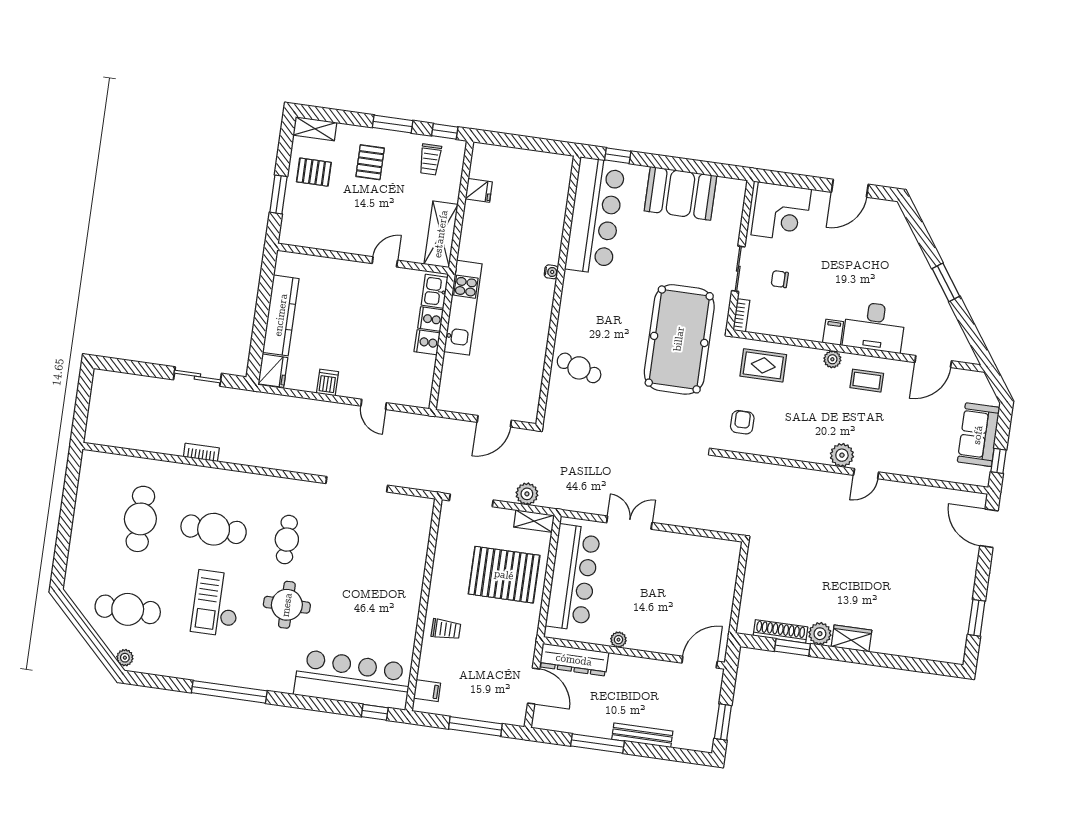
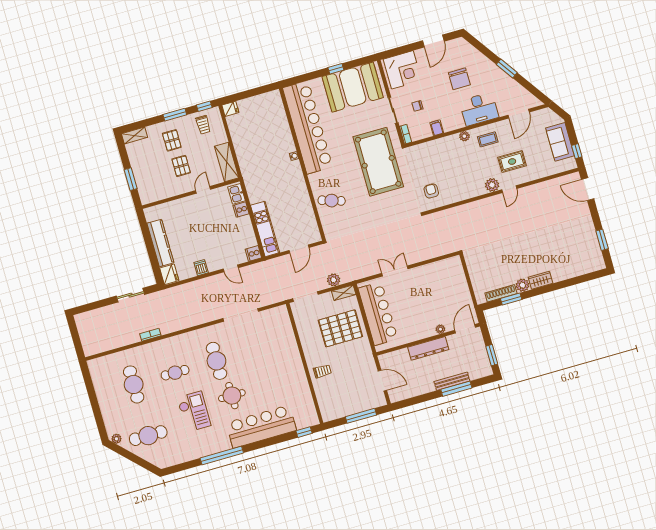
window: (618, 156) -> (336, 69), moved
pallet: (314, 172) -> (181, 166), moved, turned 90
fridge: (479, 190) -> (230, 109), moved
booth: (680, 193) -> (353, 87), width x1.36, depth x1.42
bar counter: (595, 216) -> (308, 127), width x1.36
chair: (864, 266) -> (459, 79), added
kitchen unit: (463, 308) -> (265, 229), moved
filing cabinet: (833, 332) -> (437, 128), moved
cooker: (427, 342) -> (253, 253), moved
rug: (763, 365) -> (512, 161), moved
cafe table: (214, 529) -> (175, 373), width x0.73, depth x0.74
cafe table: (287, 540) -> (216, 361), width x1.37, depth x1.35
checkout: (216, 603) -> (194, 412), turned 180
plant: (618, 640) -> (440, 329), moved
plant: (125, 658) -> (116, 439), moved
dresser: (574, 660) -> (428, 348), moved
bar counter: (353, 680) -> (261, 427), moved
filing cabinet: (427, 691) -> (327, 408), removed
window: (598, 744) -> (456, 389), moved

